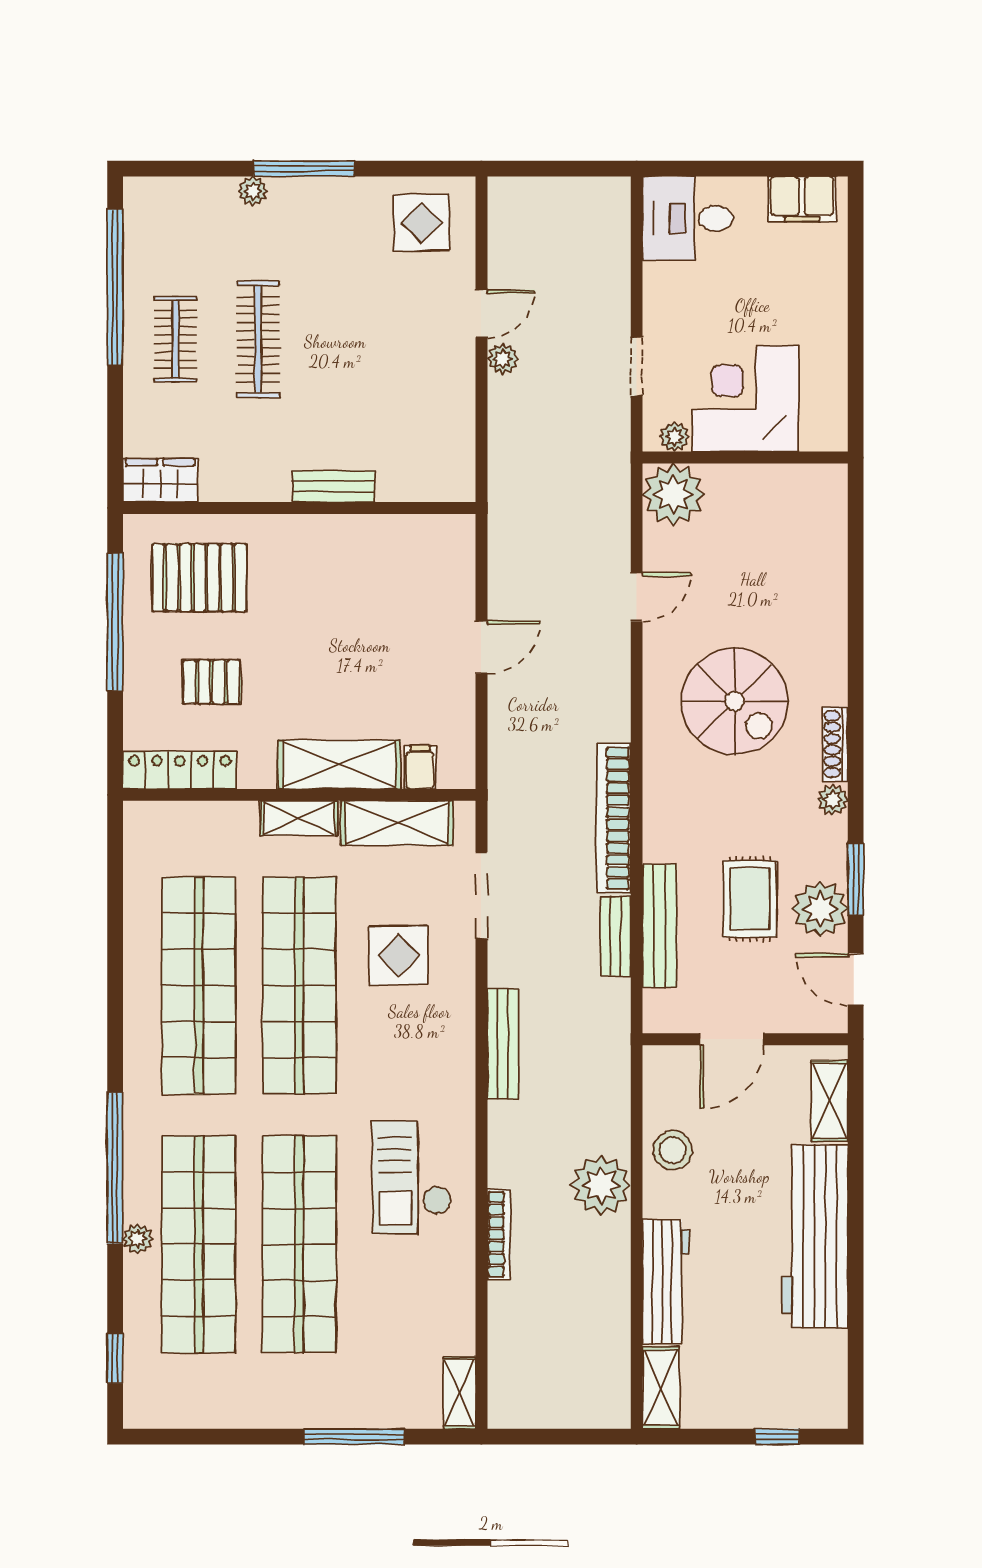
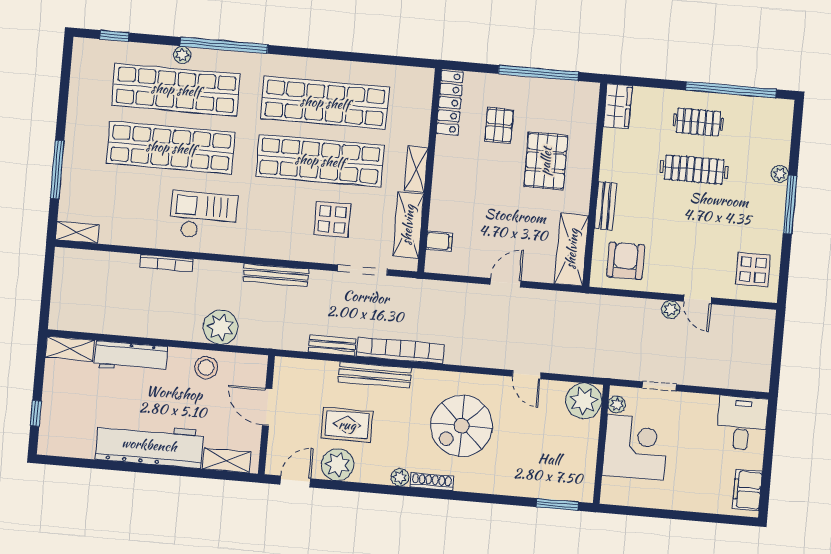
armchair: (426, 444) -> (626, 261), added
pallet: (199, 578) -> (546, 161), moved
door: (481, 647) -> (505, 283), swing flipped
shelving: (339, 765) -> (572, 249), moved
window: (856, 879) -> (557, 504), moved
bench: (660, 926) -> (375, 375), moved
plant: (601, 1185) -> (221, 327), moved

